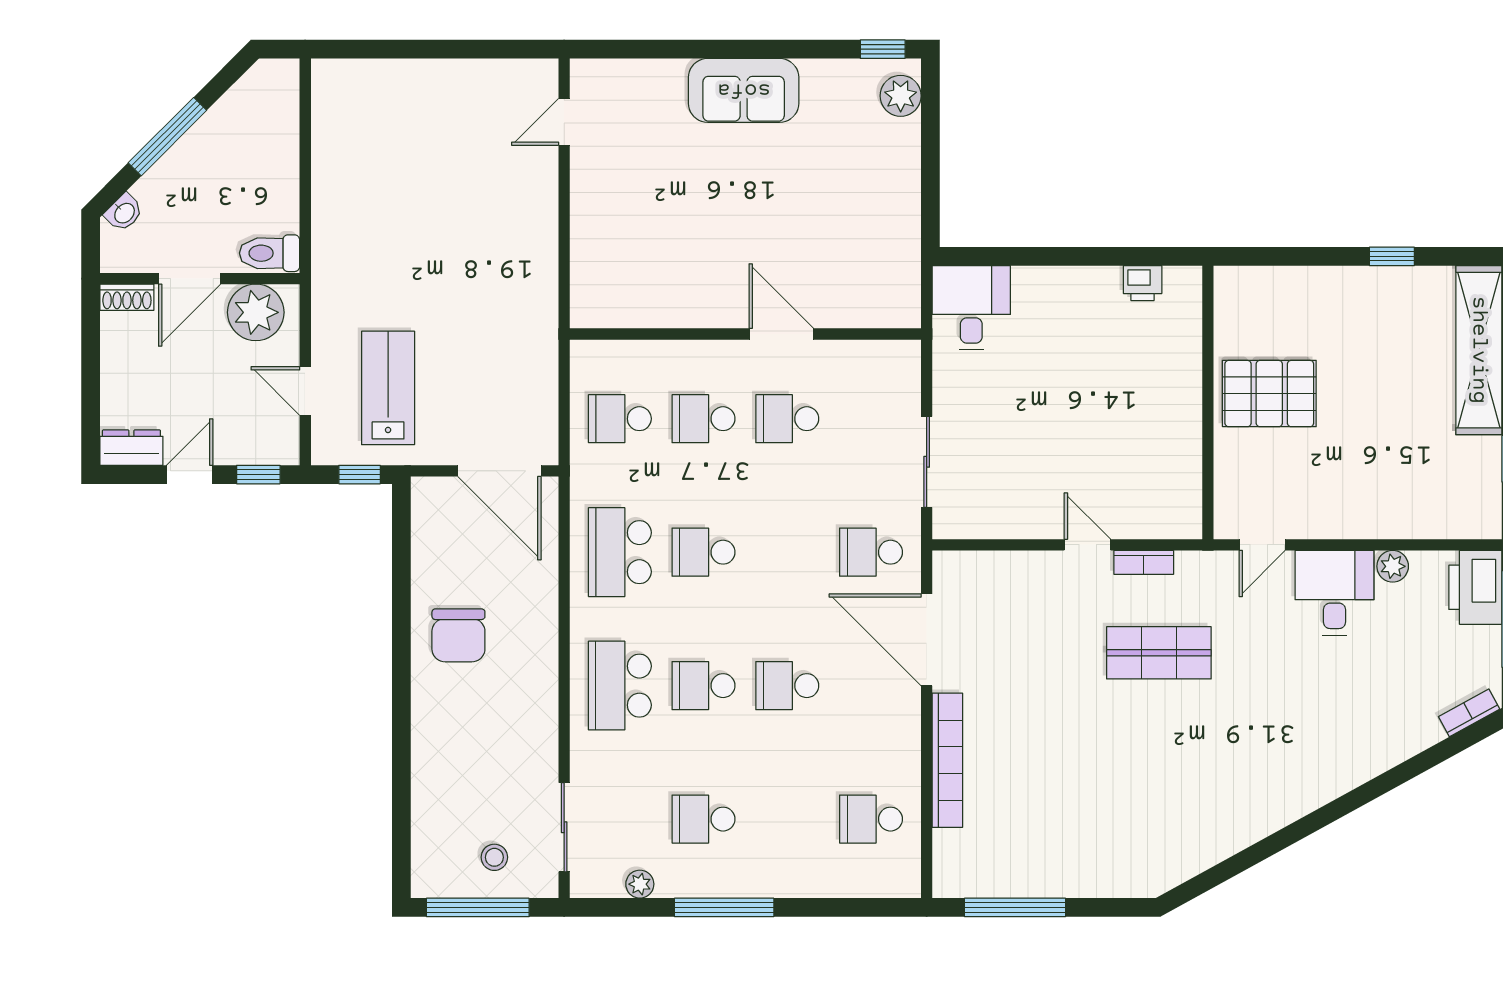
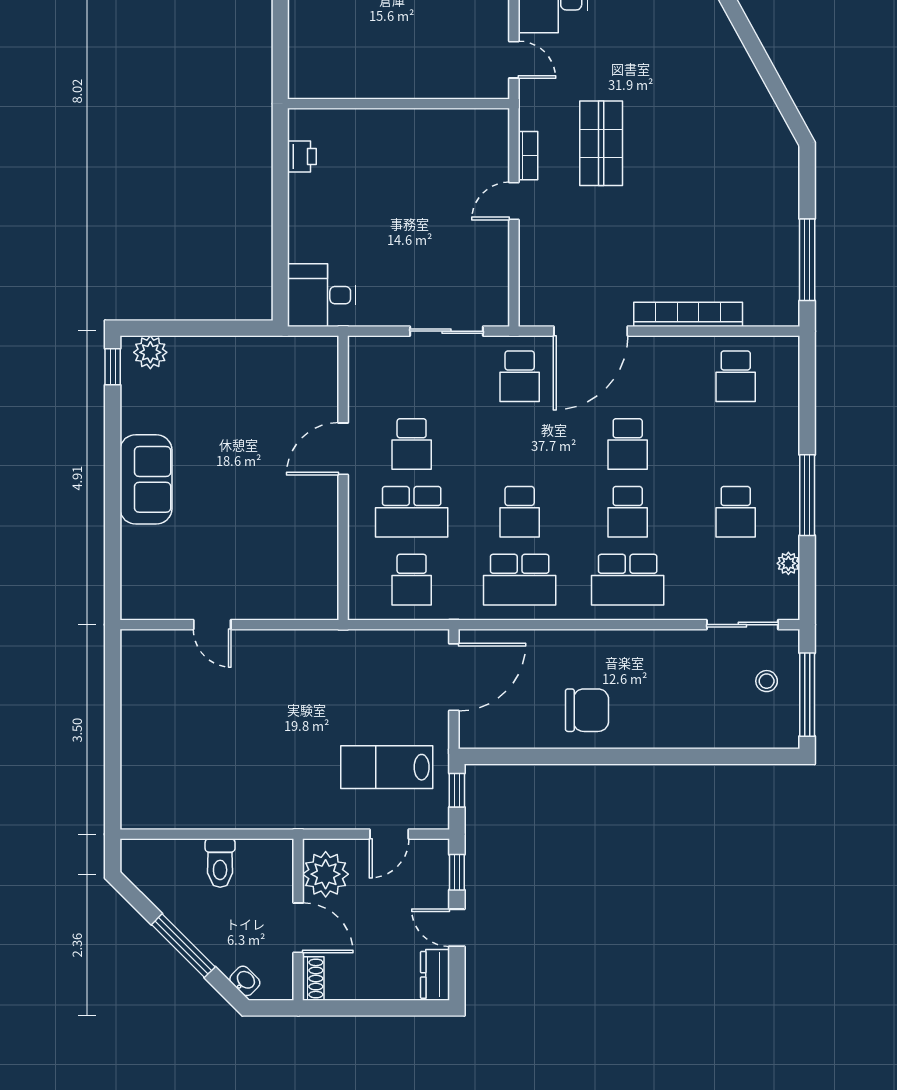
door: (564, 122) -> (212, 625), moved
toilet: (270, 253) -> (220, 863), moved
pallet: (1269, 394) -> (391, 54), removed
school desk: (704, 419) -> (412, 512), width x1.85

